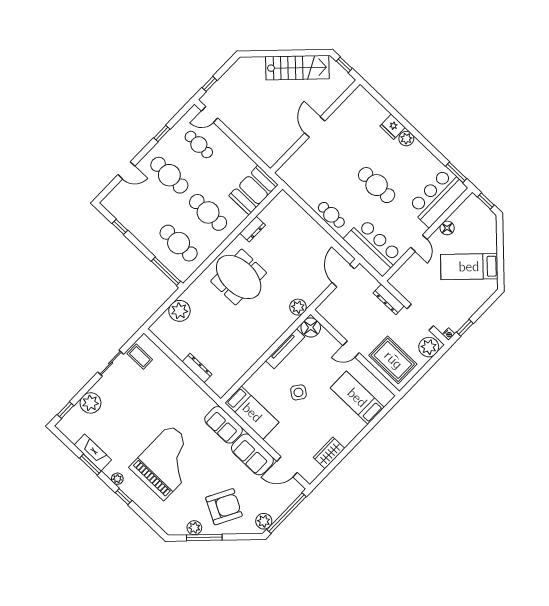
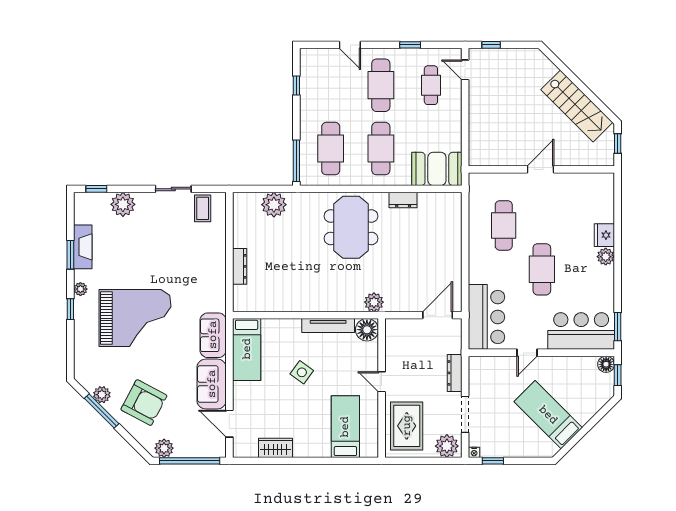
cafe table: (331, 215) -> (504, 225), moved, width x1.37, depth x1.35
floor lamp: (447, 228) -> (606, 364), moved

